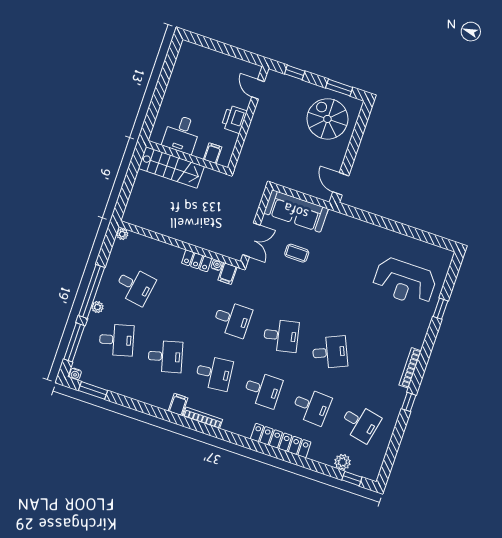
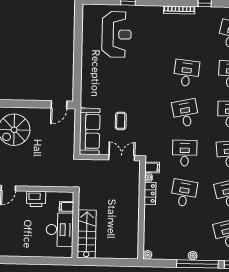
desk: (182, 134) -> (60, 230), width x1.37
desk: (135, 286) -> (184, 193), moved
plant: (97, 307) -> (193, 256), moved
desk: (330, 352) -> (186, 73), turned 30

